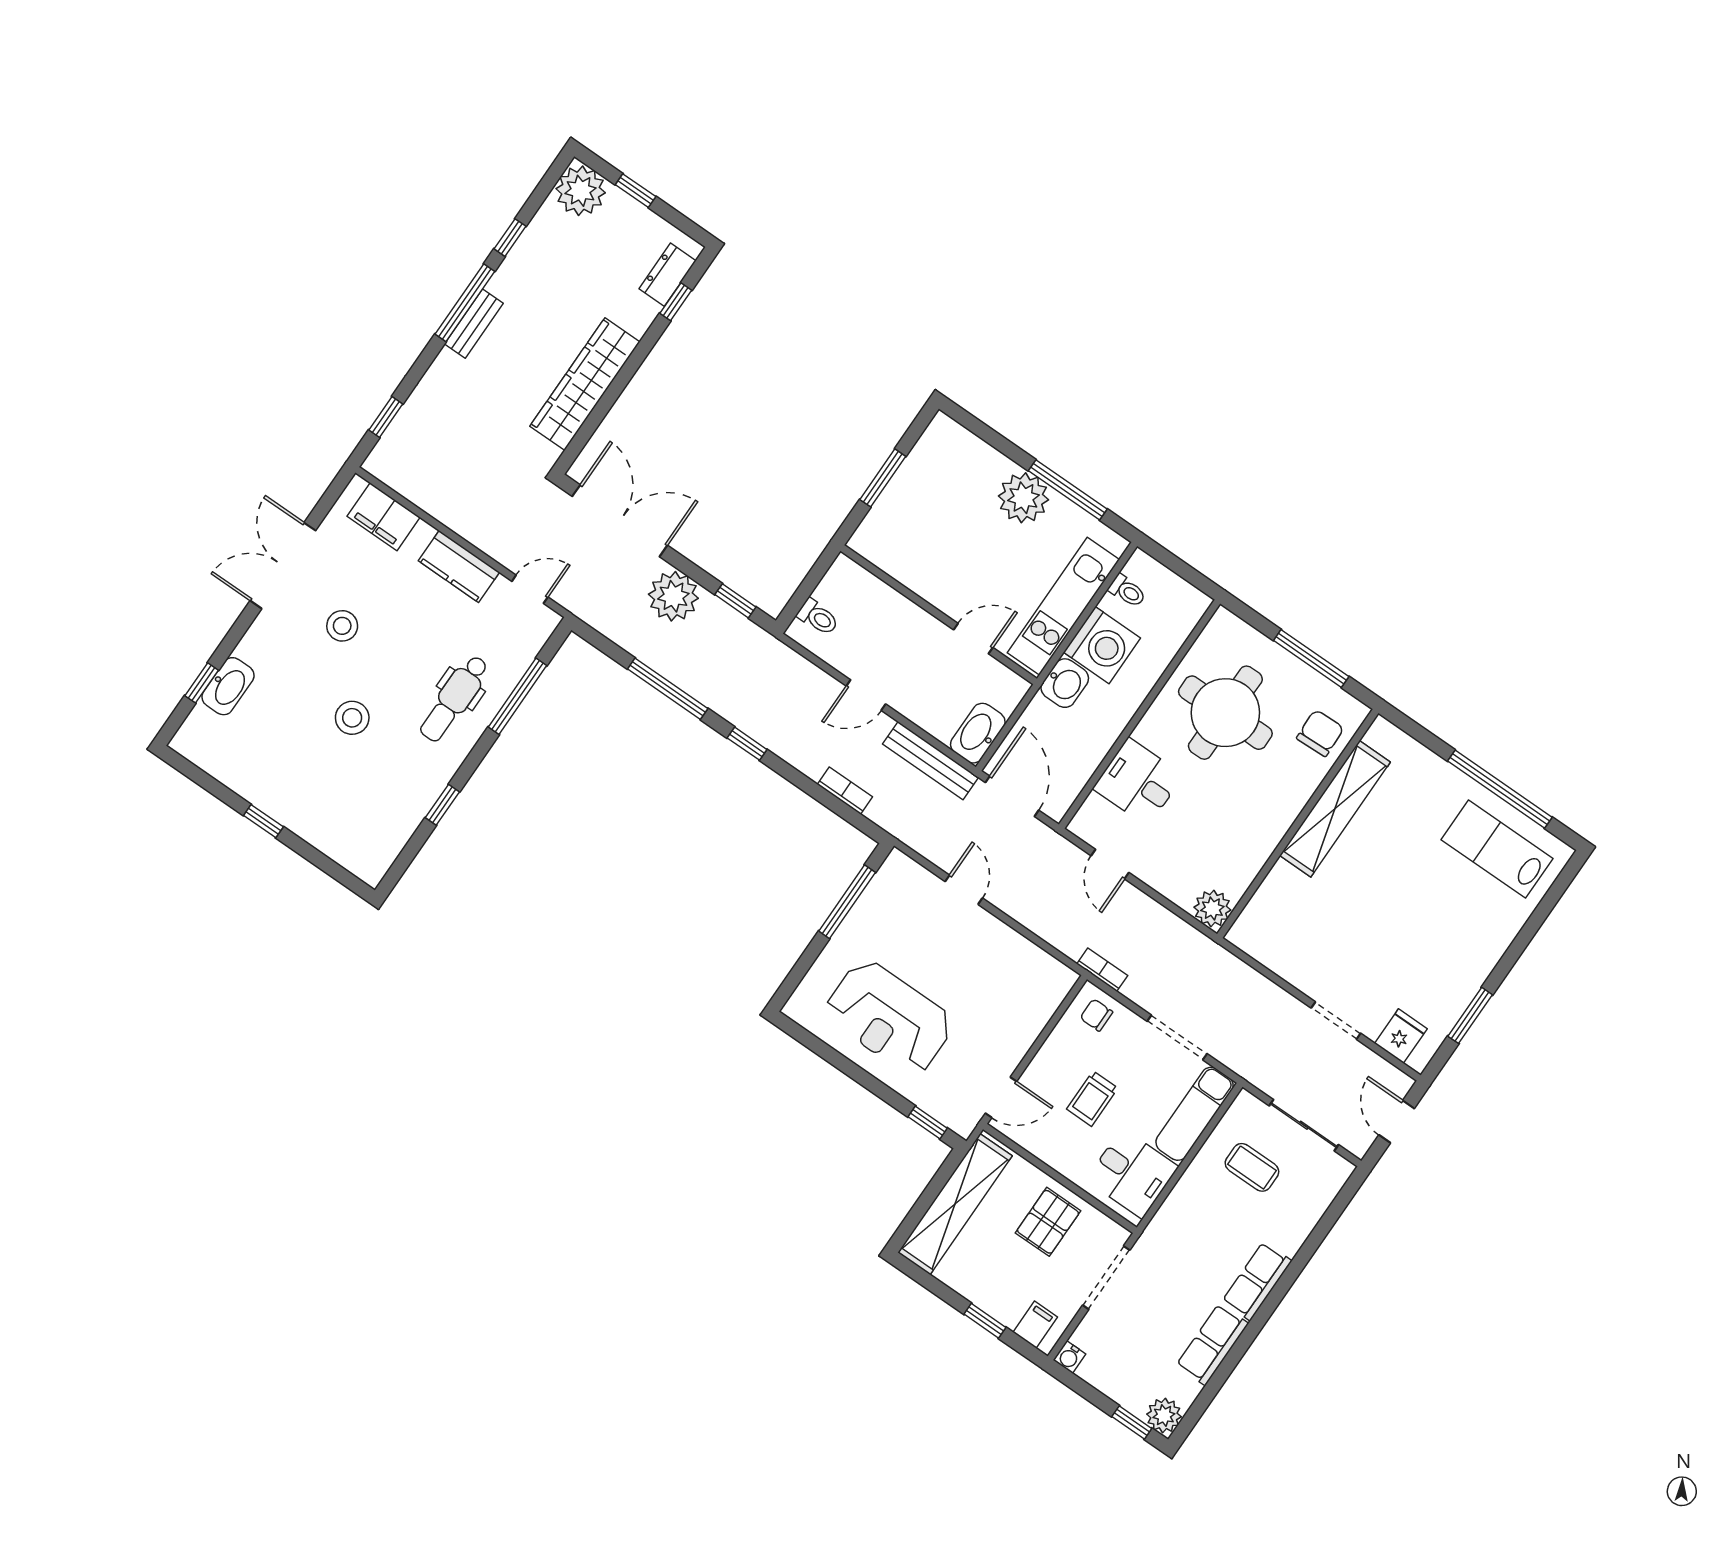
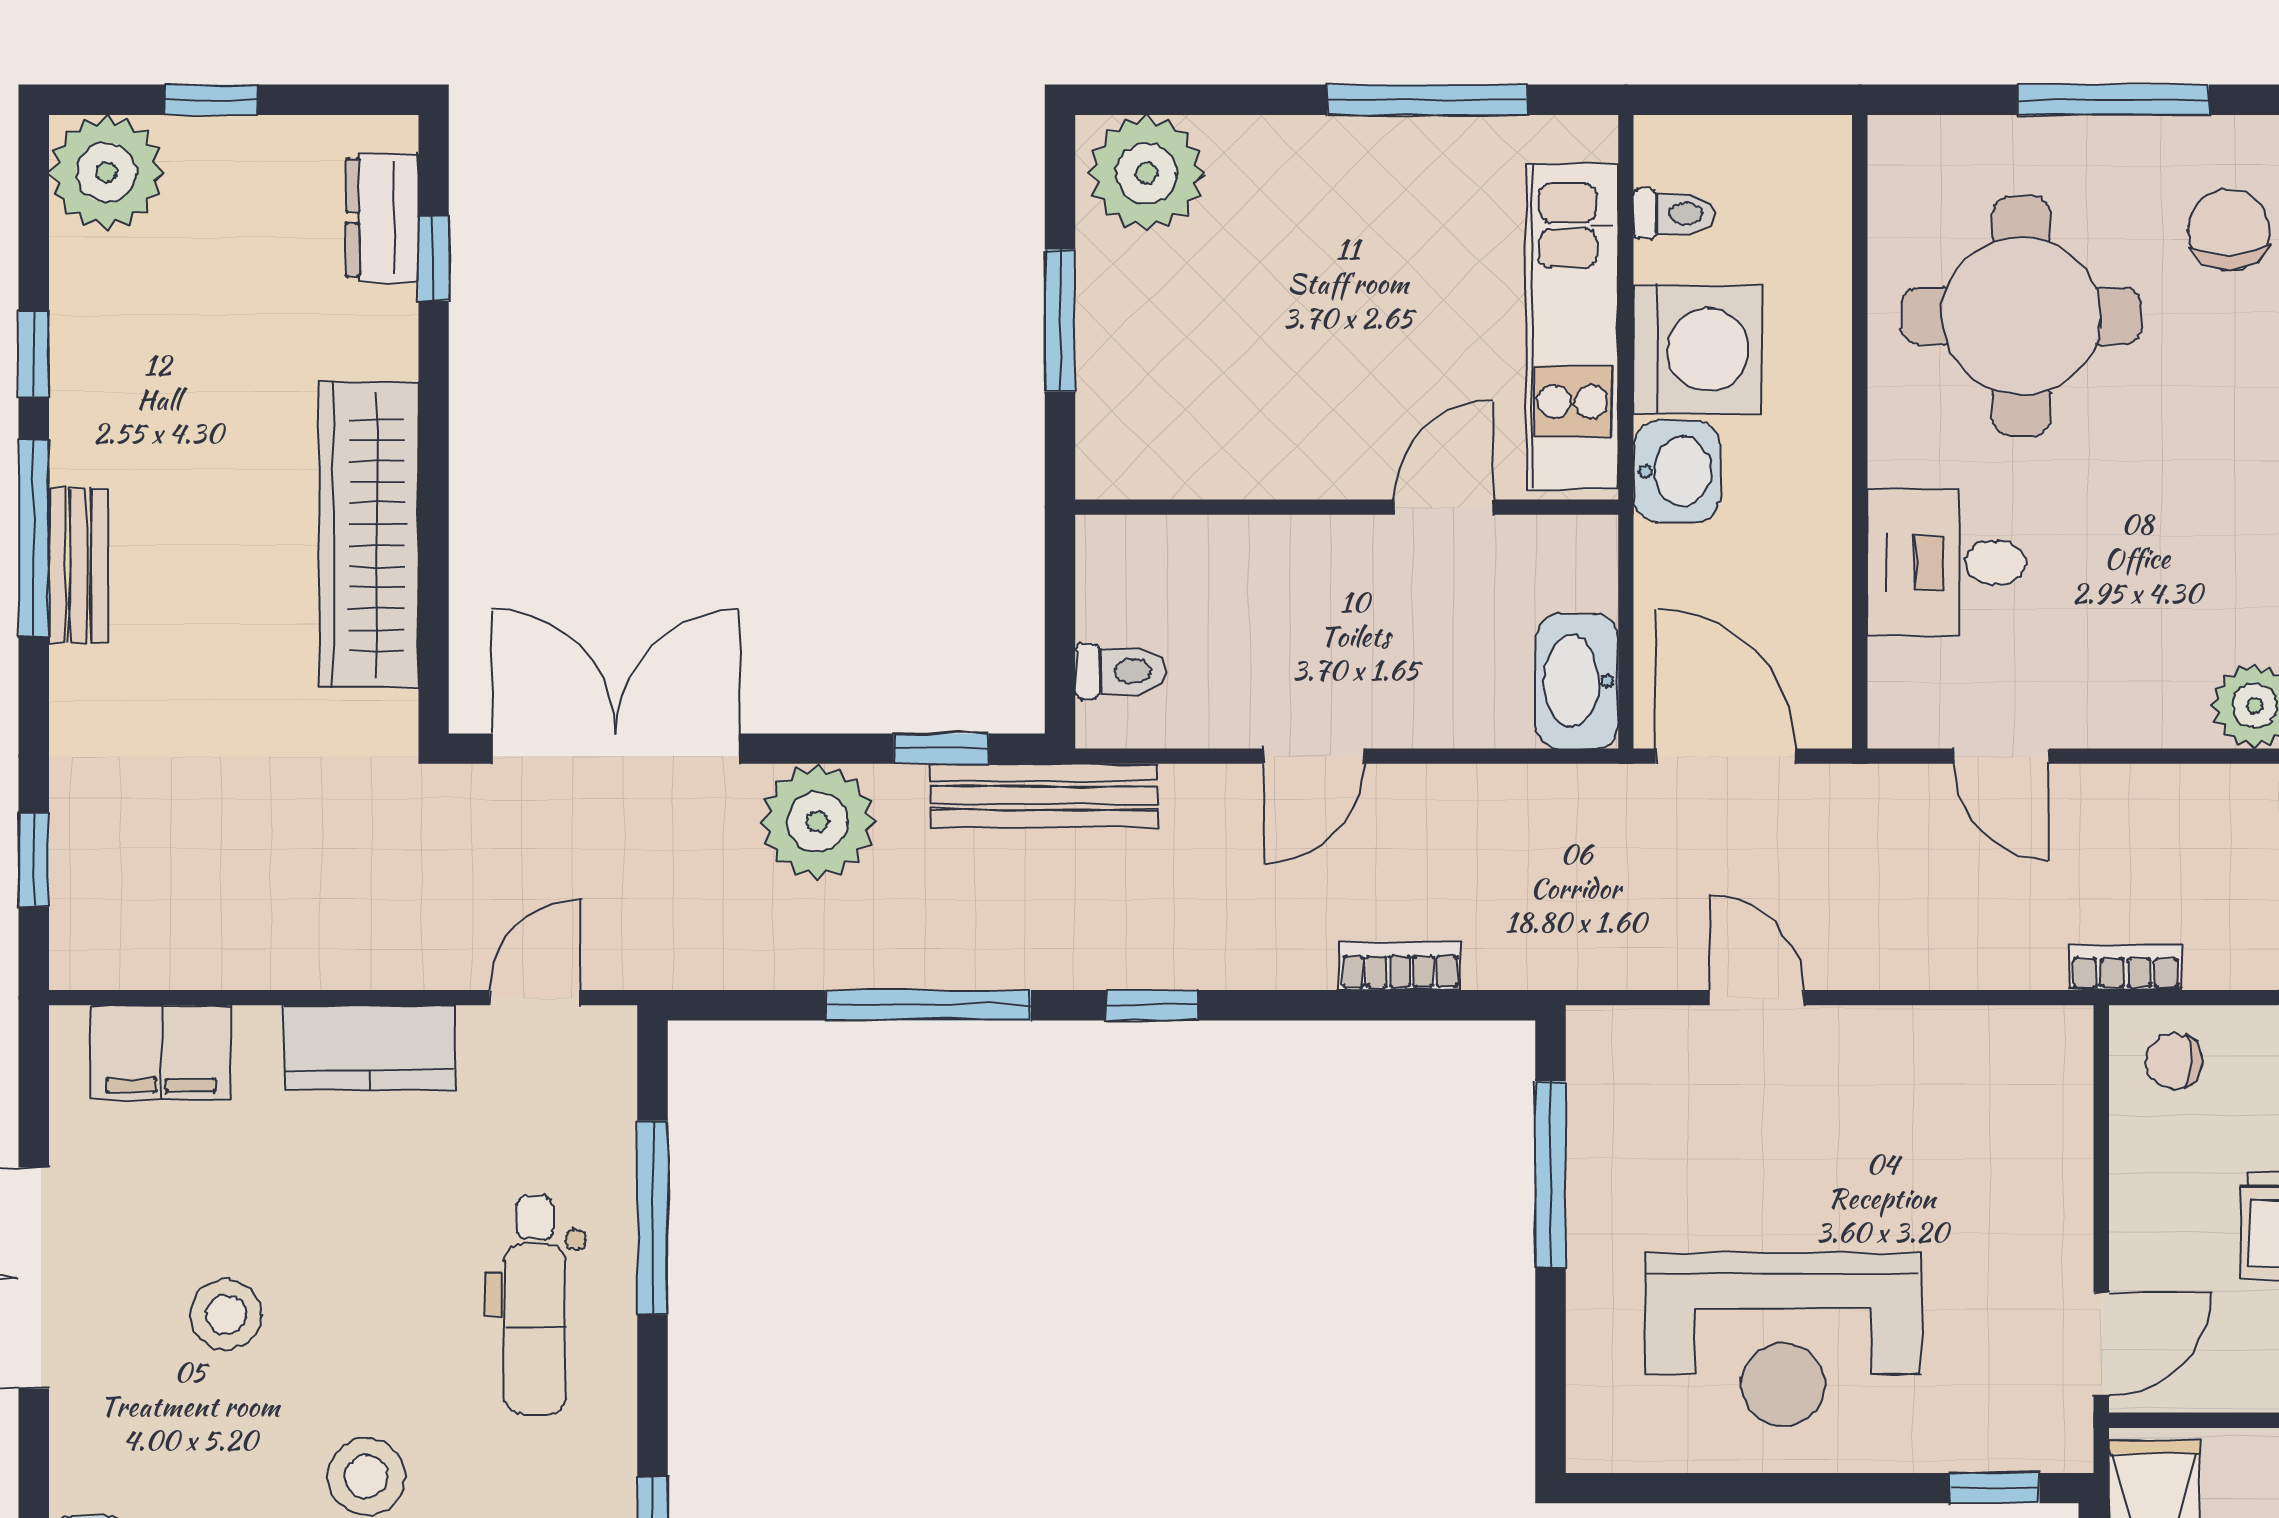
plant: (1023, 498) -> (1146, 173), moved
bench: (931, 761) -> (1043, 796), moved

